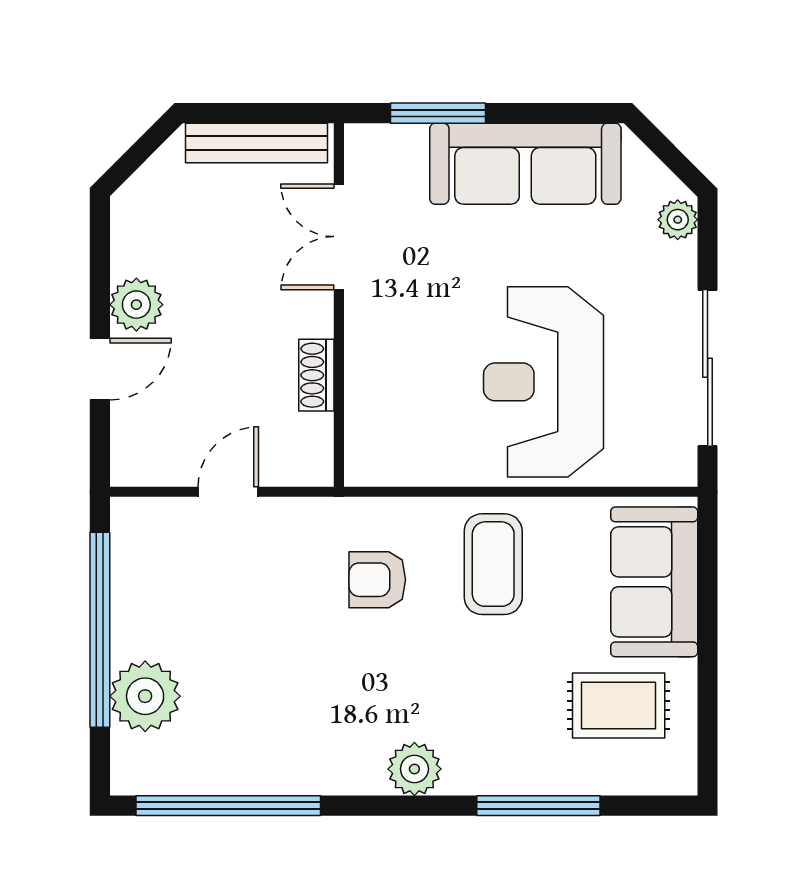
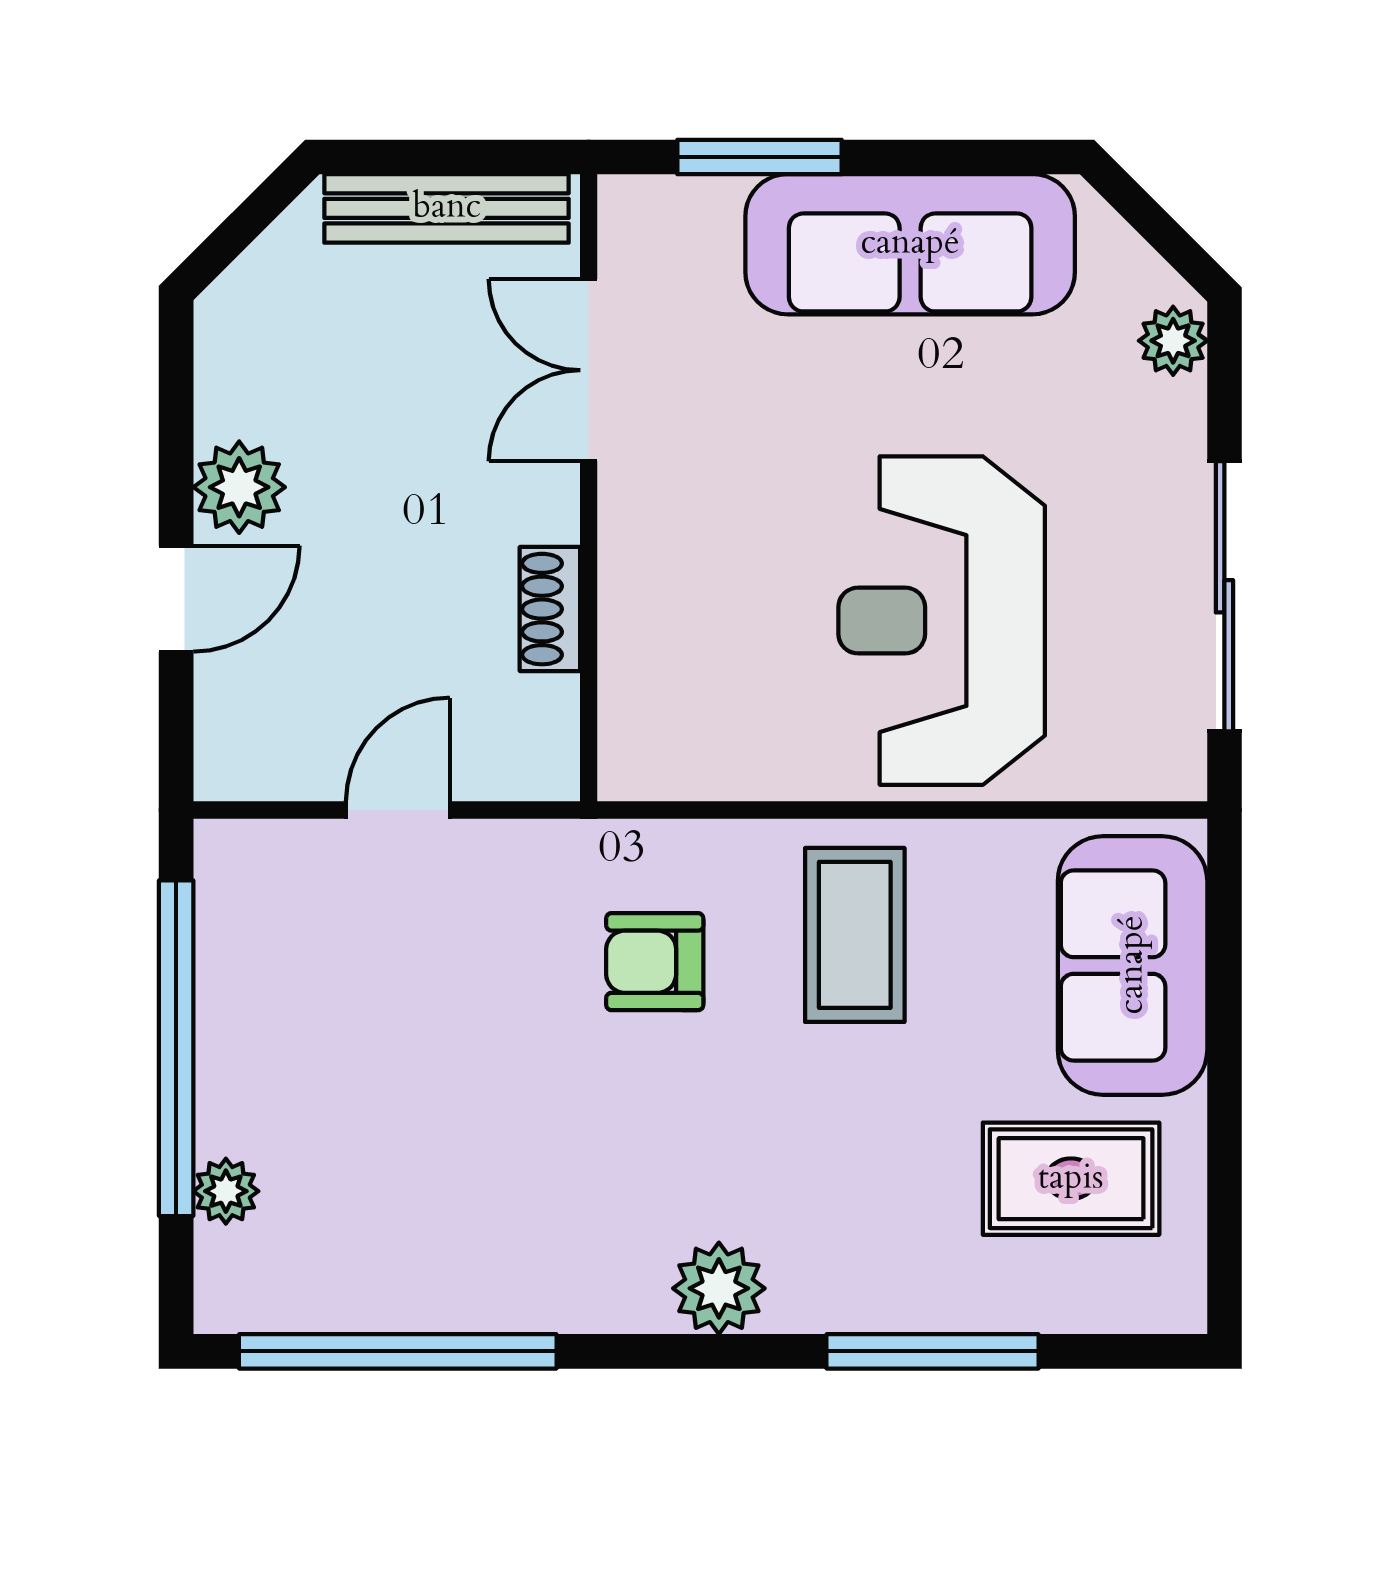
plant: (145, 696) -> (226, 1191), width x0.53, depth x0.53

